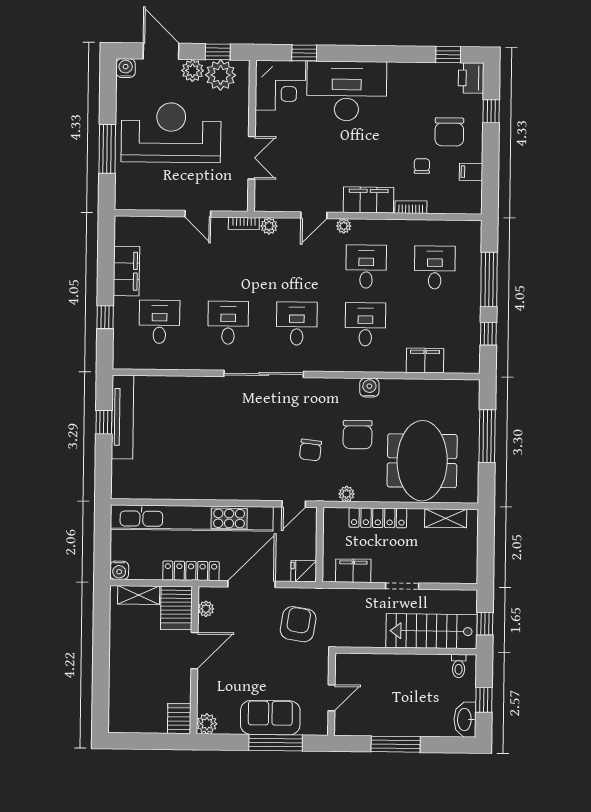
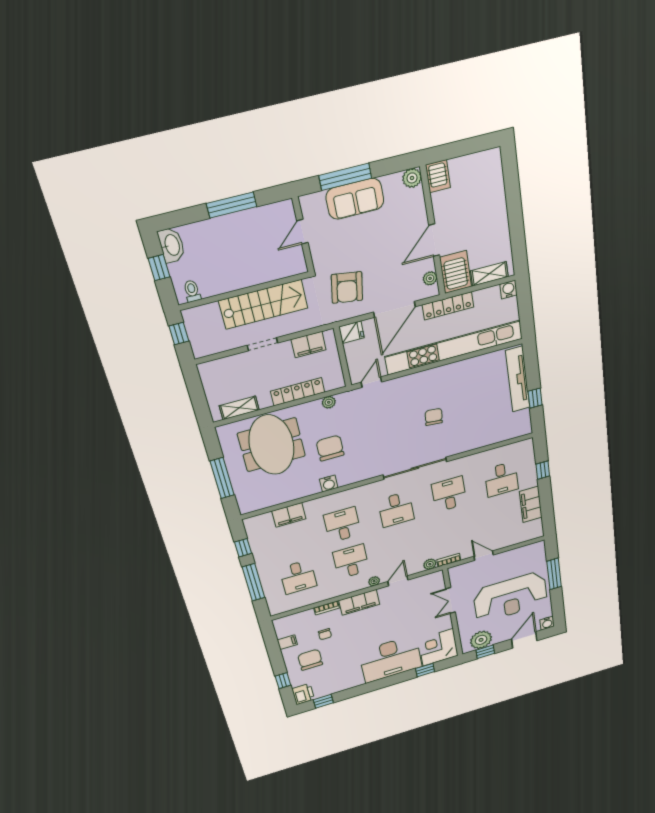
door: (161, 51) -> (524, 640), swing flipped
plant: (193, 71) -> (501, 636), removed
desk: (366, 267) -> (351, 562), turned 180
desk: (228, 323) -> (449, 494), turned 180
desk: (365, 324) -> (342, 525), turned 180
tv unit: (123, 417) -> (518, 379), moved
chair: (310, 450) -> (434, 417), moved
stairs: (432, 631) -> (263, 304), moved

